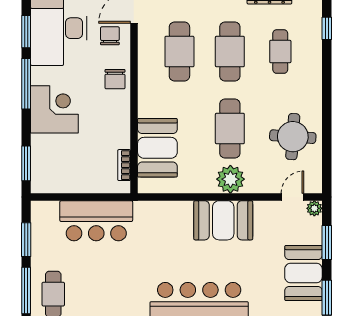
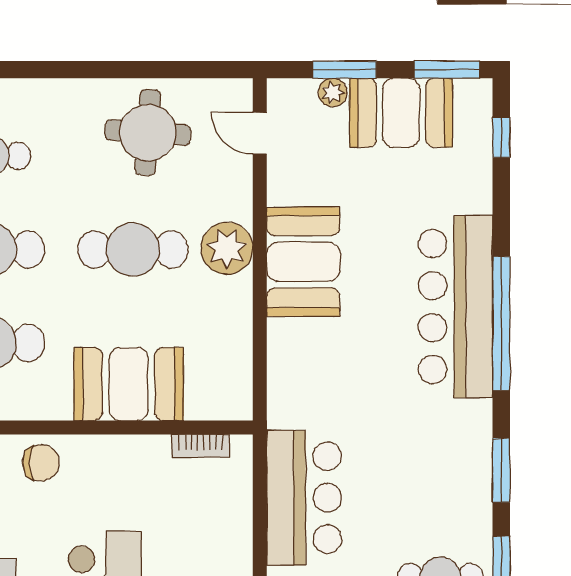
booth: (157, 148) -> (129, 384), moved
plant: (314, 208) -> (333, 93), moved

